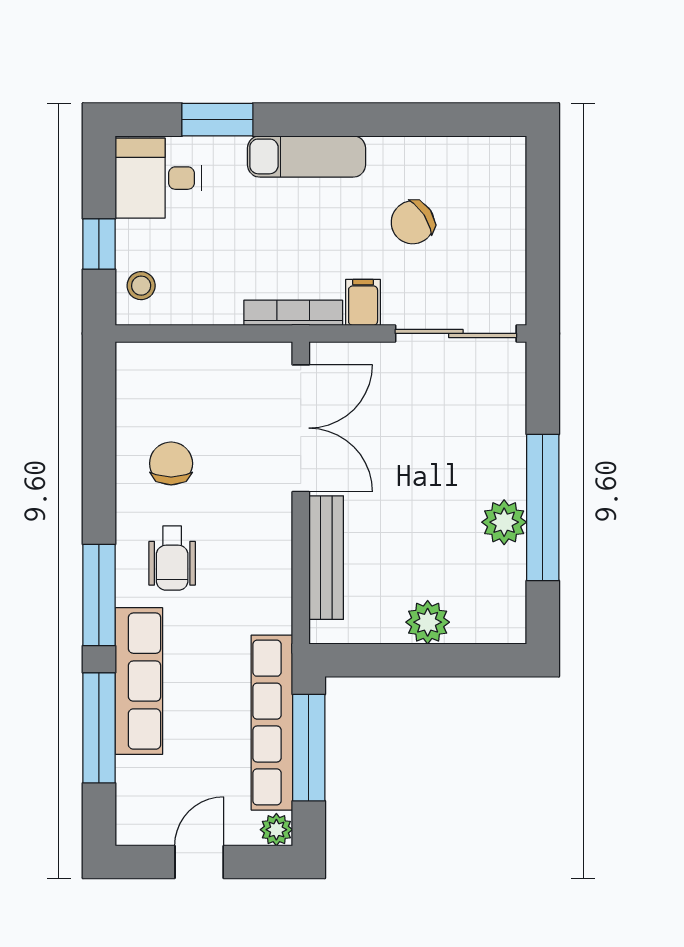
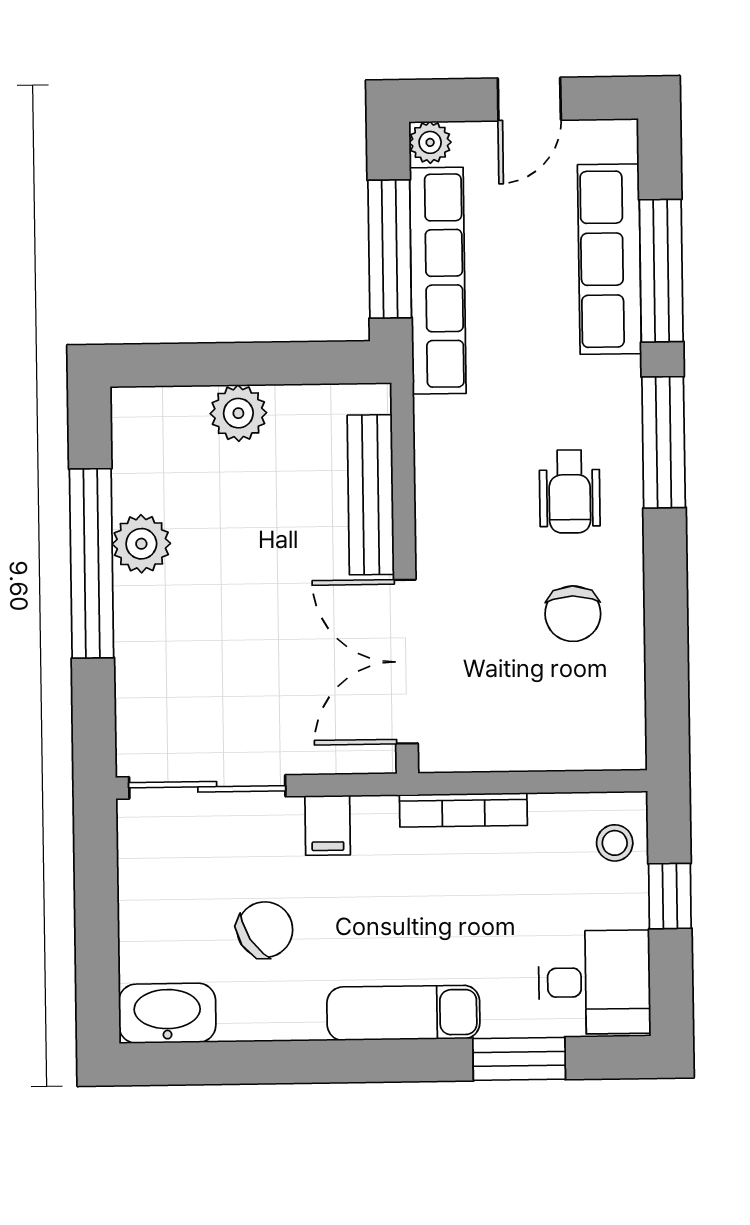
washbasin: (489, 159) -> (167, 1013), added
bookcase: (293, 313) -> (463, 810), moved
wheelchair: (172, 558) -> (570, 491), turned 180
row of seats: (139, 681) -> (609, 259), moved

